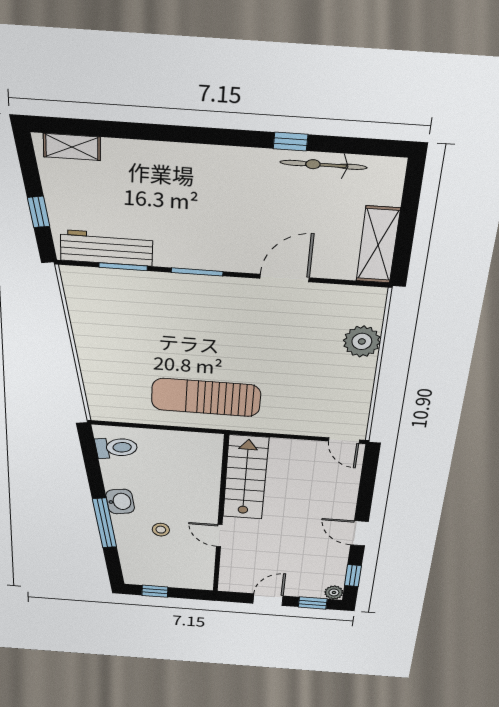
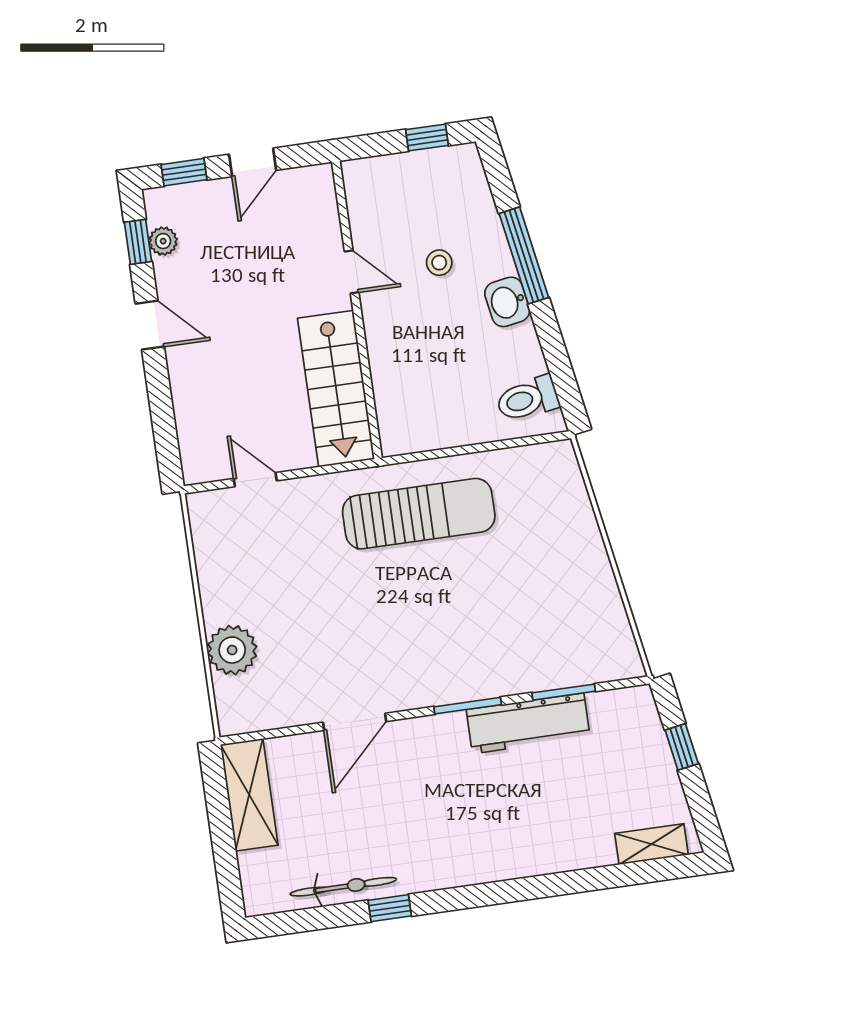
workbench: (107, 248) -> (528, 723), moved
door: (344, 440) -> (255, 480), moved
plant: (334, 592) -> (163, 241), moved

